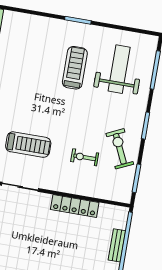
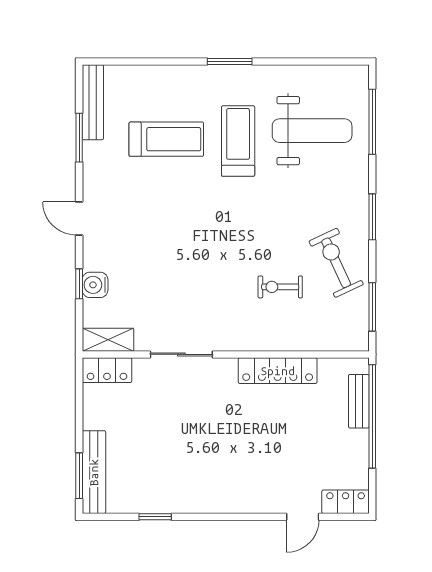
weight bench: (119, 69) -> (312, 131), turned 90
treadmill: (28, 145) -> (166, 139), moved
bench: (117, 245) -> (359, 401), moved

